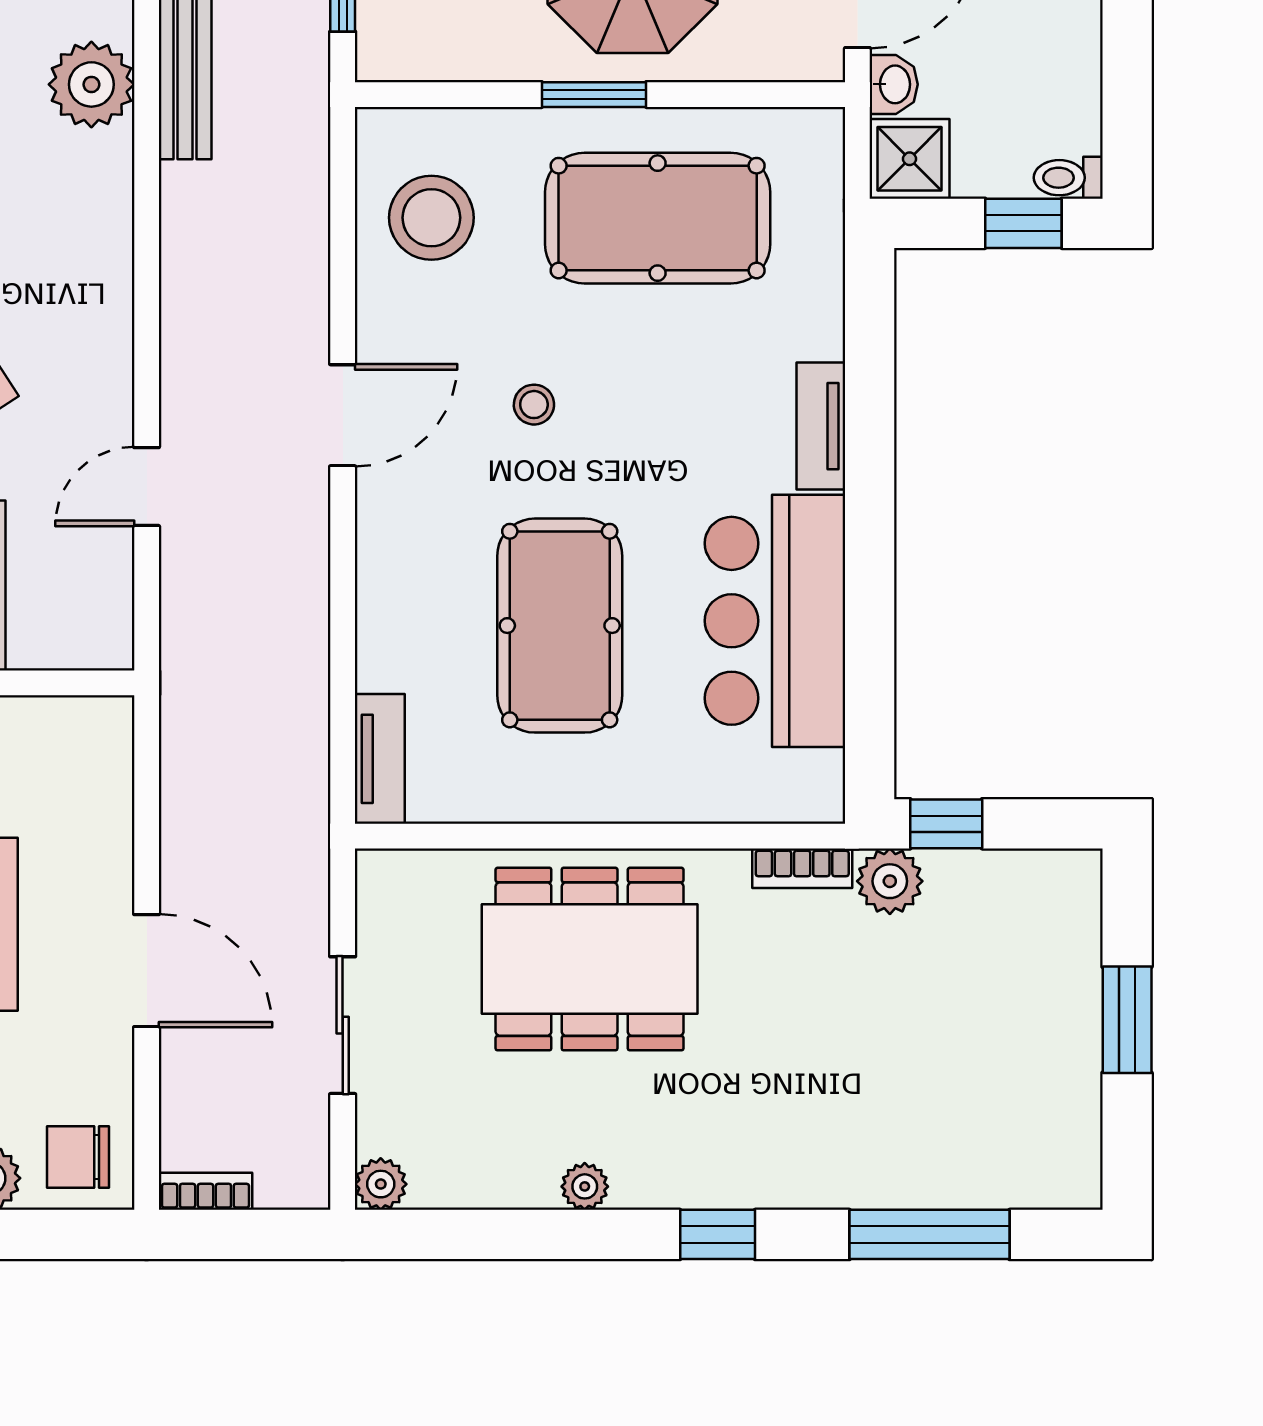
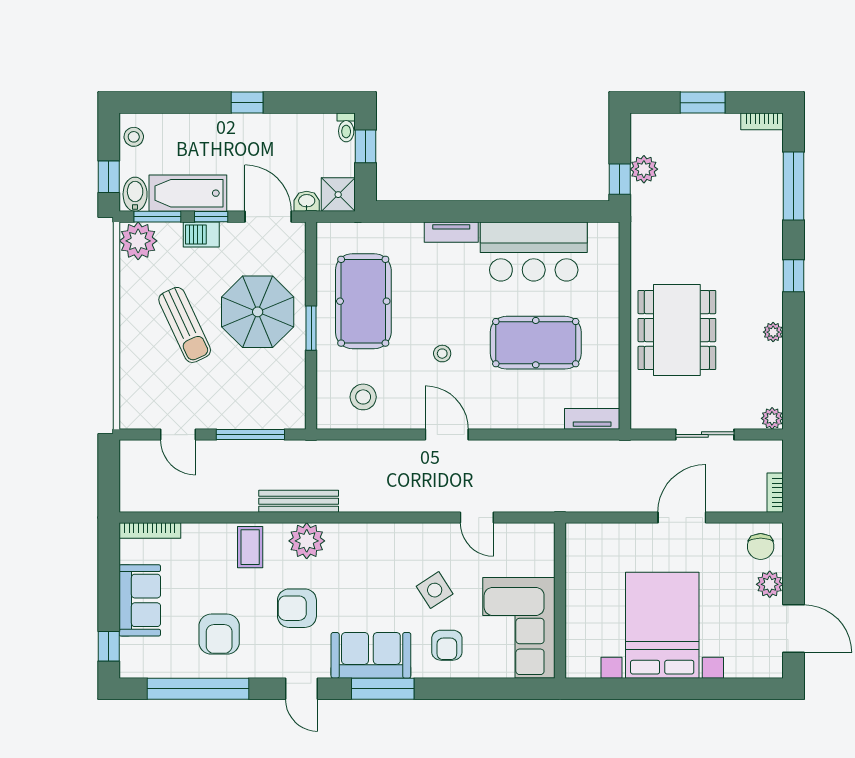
stool: (431, 218) -> (363, 397), width x0.73, depth x0.73
bookcase: (802, 868) -> (762, 121), moved, turned 90
plant: (890, 881) -> (644, 169), moved

